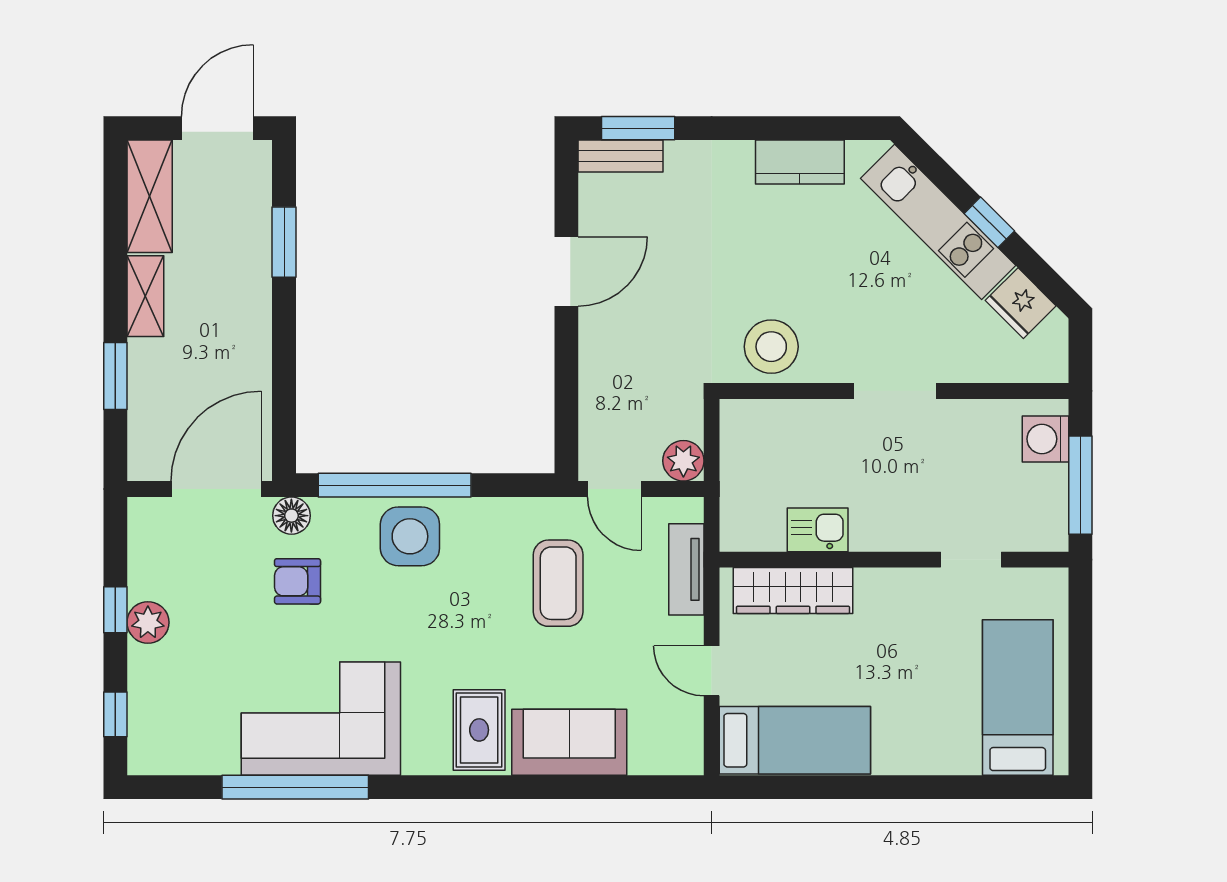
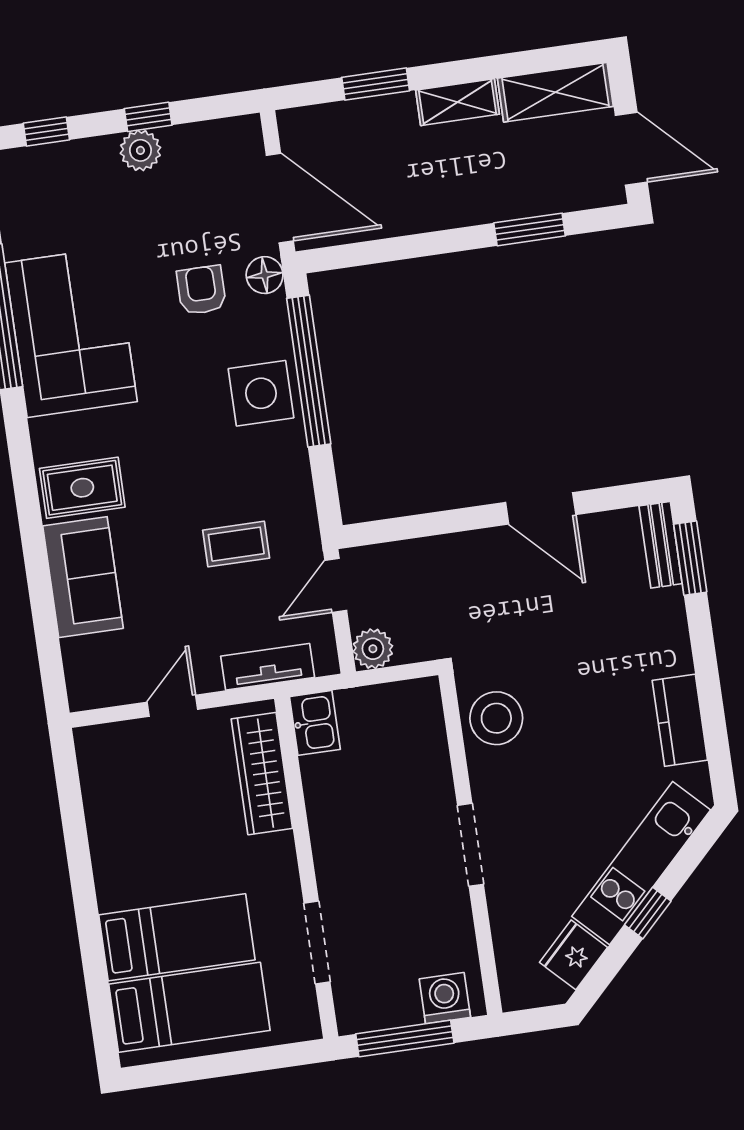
kitchen sink: (818, 530) -> (315, 723), moved
doorway: (971, 560) -> (317, 942), width x1.38
coffee table: (558, 583) -> (236, 544), width x0.73, depth x0.77
bed: (795, 740) -> (177, 937), moved, turned -90

